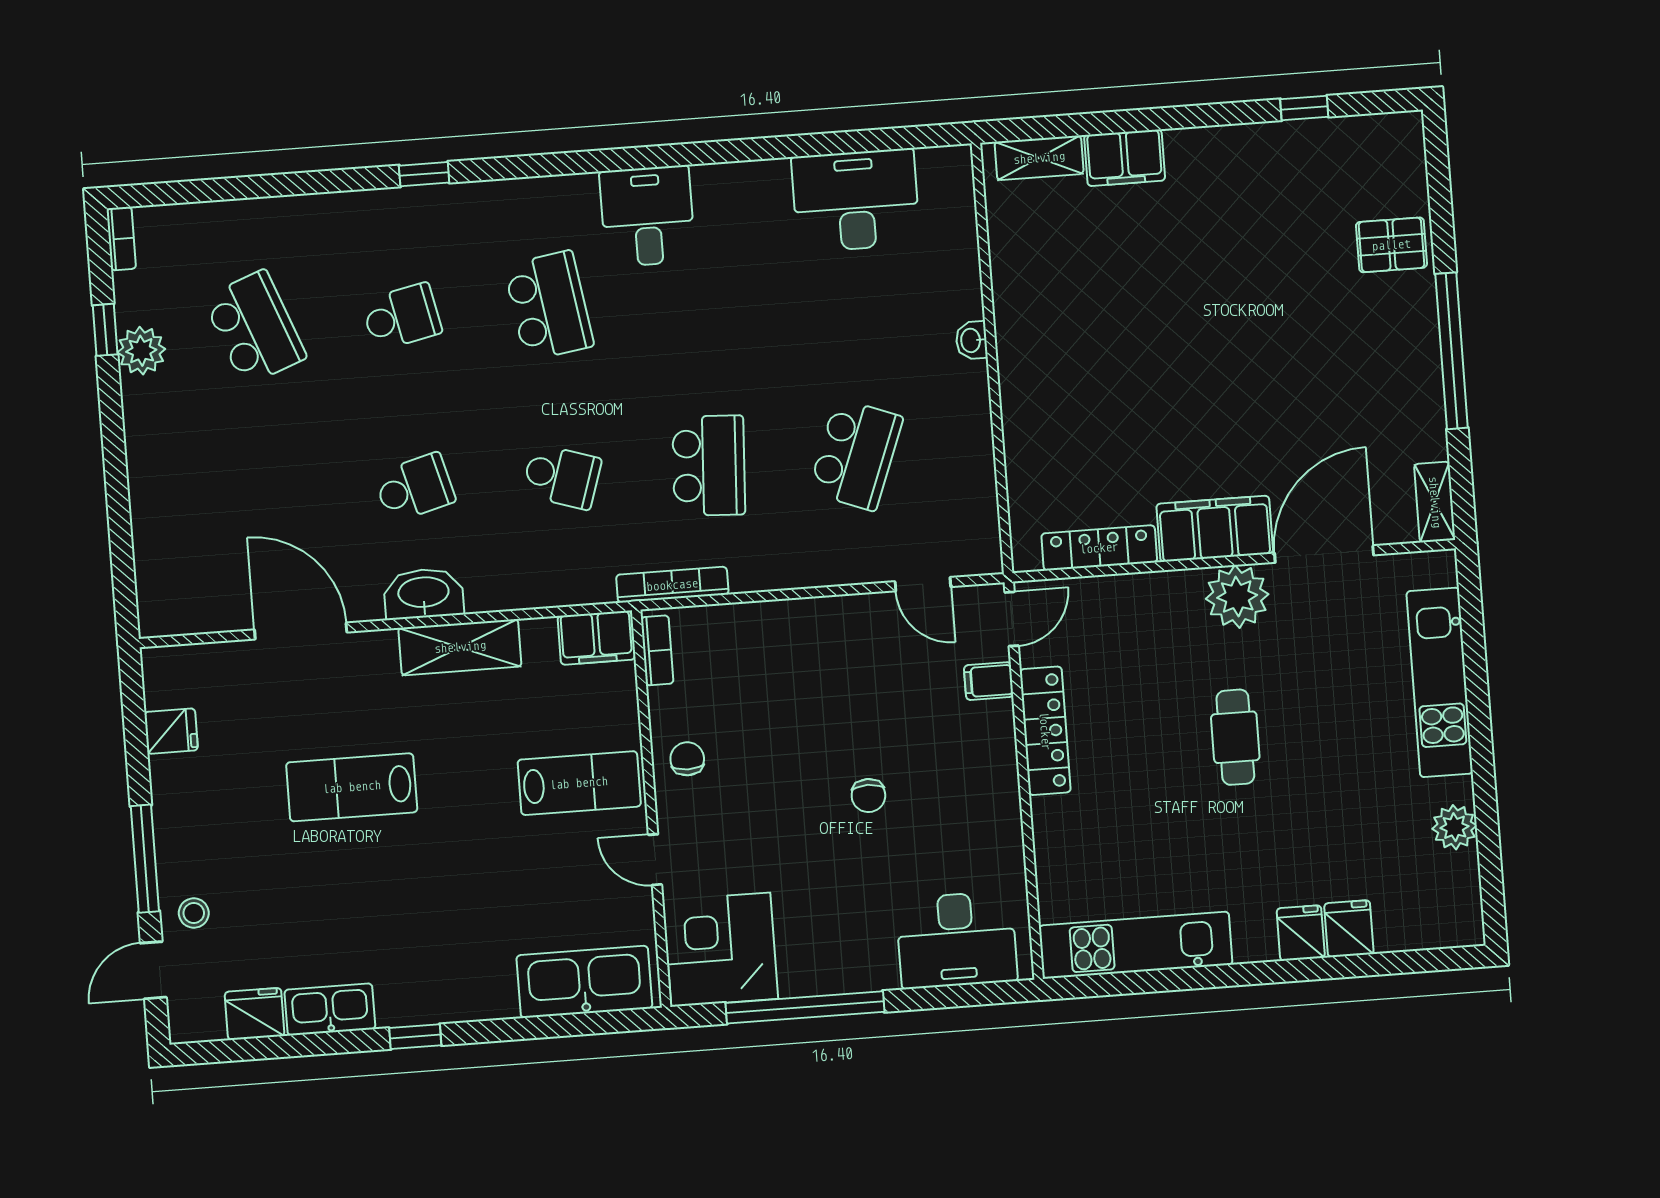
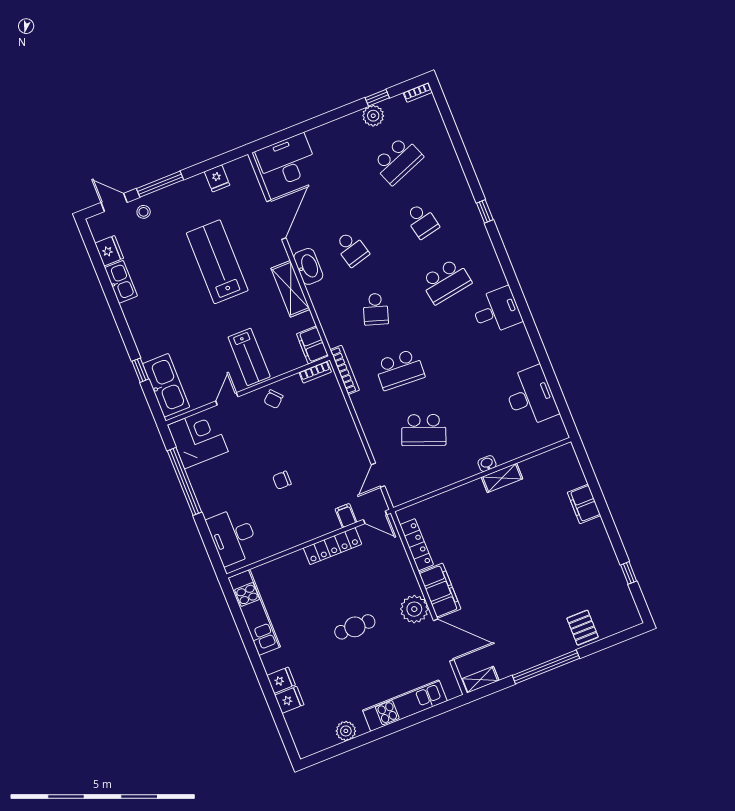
shelving: (1039, 158) -> (502, 478), moved, turned 90
desk: (181, 569) -> (287, 161), added
chair: (687, 759) -> (273, 399), turned 138
lab bench: (352, 787) -> (217, 262), width x1.36, depth x1.39
window: (415, 1037) -> (140, 370), moved

